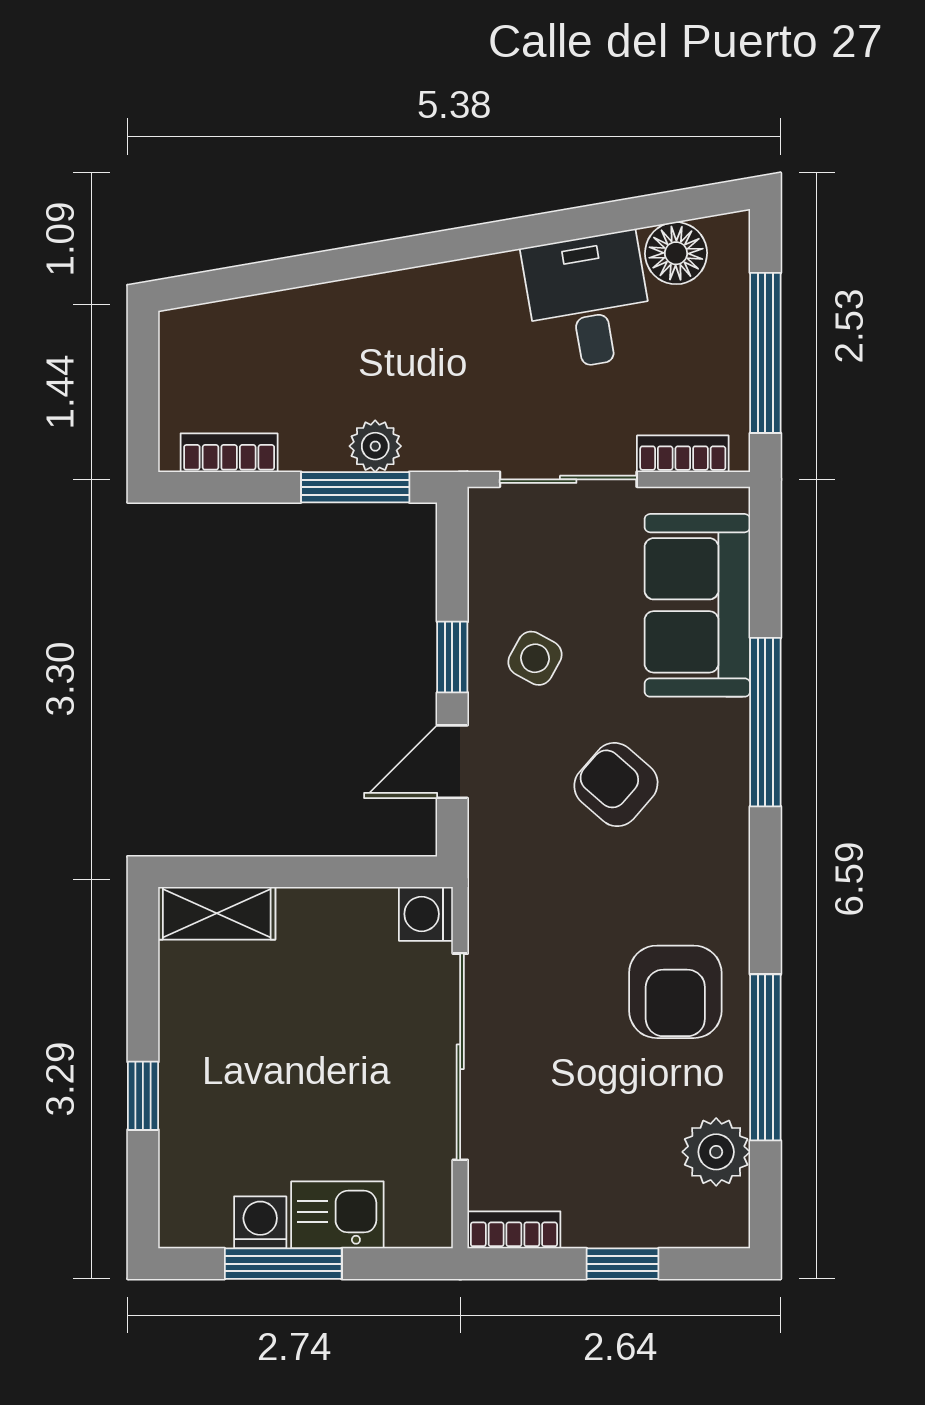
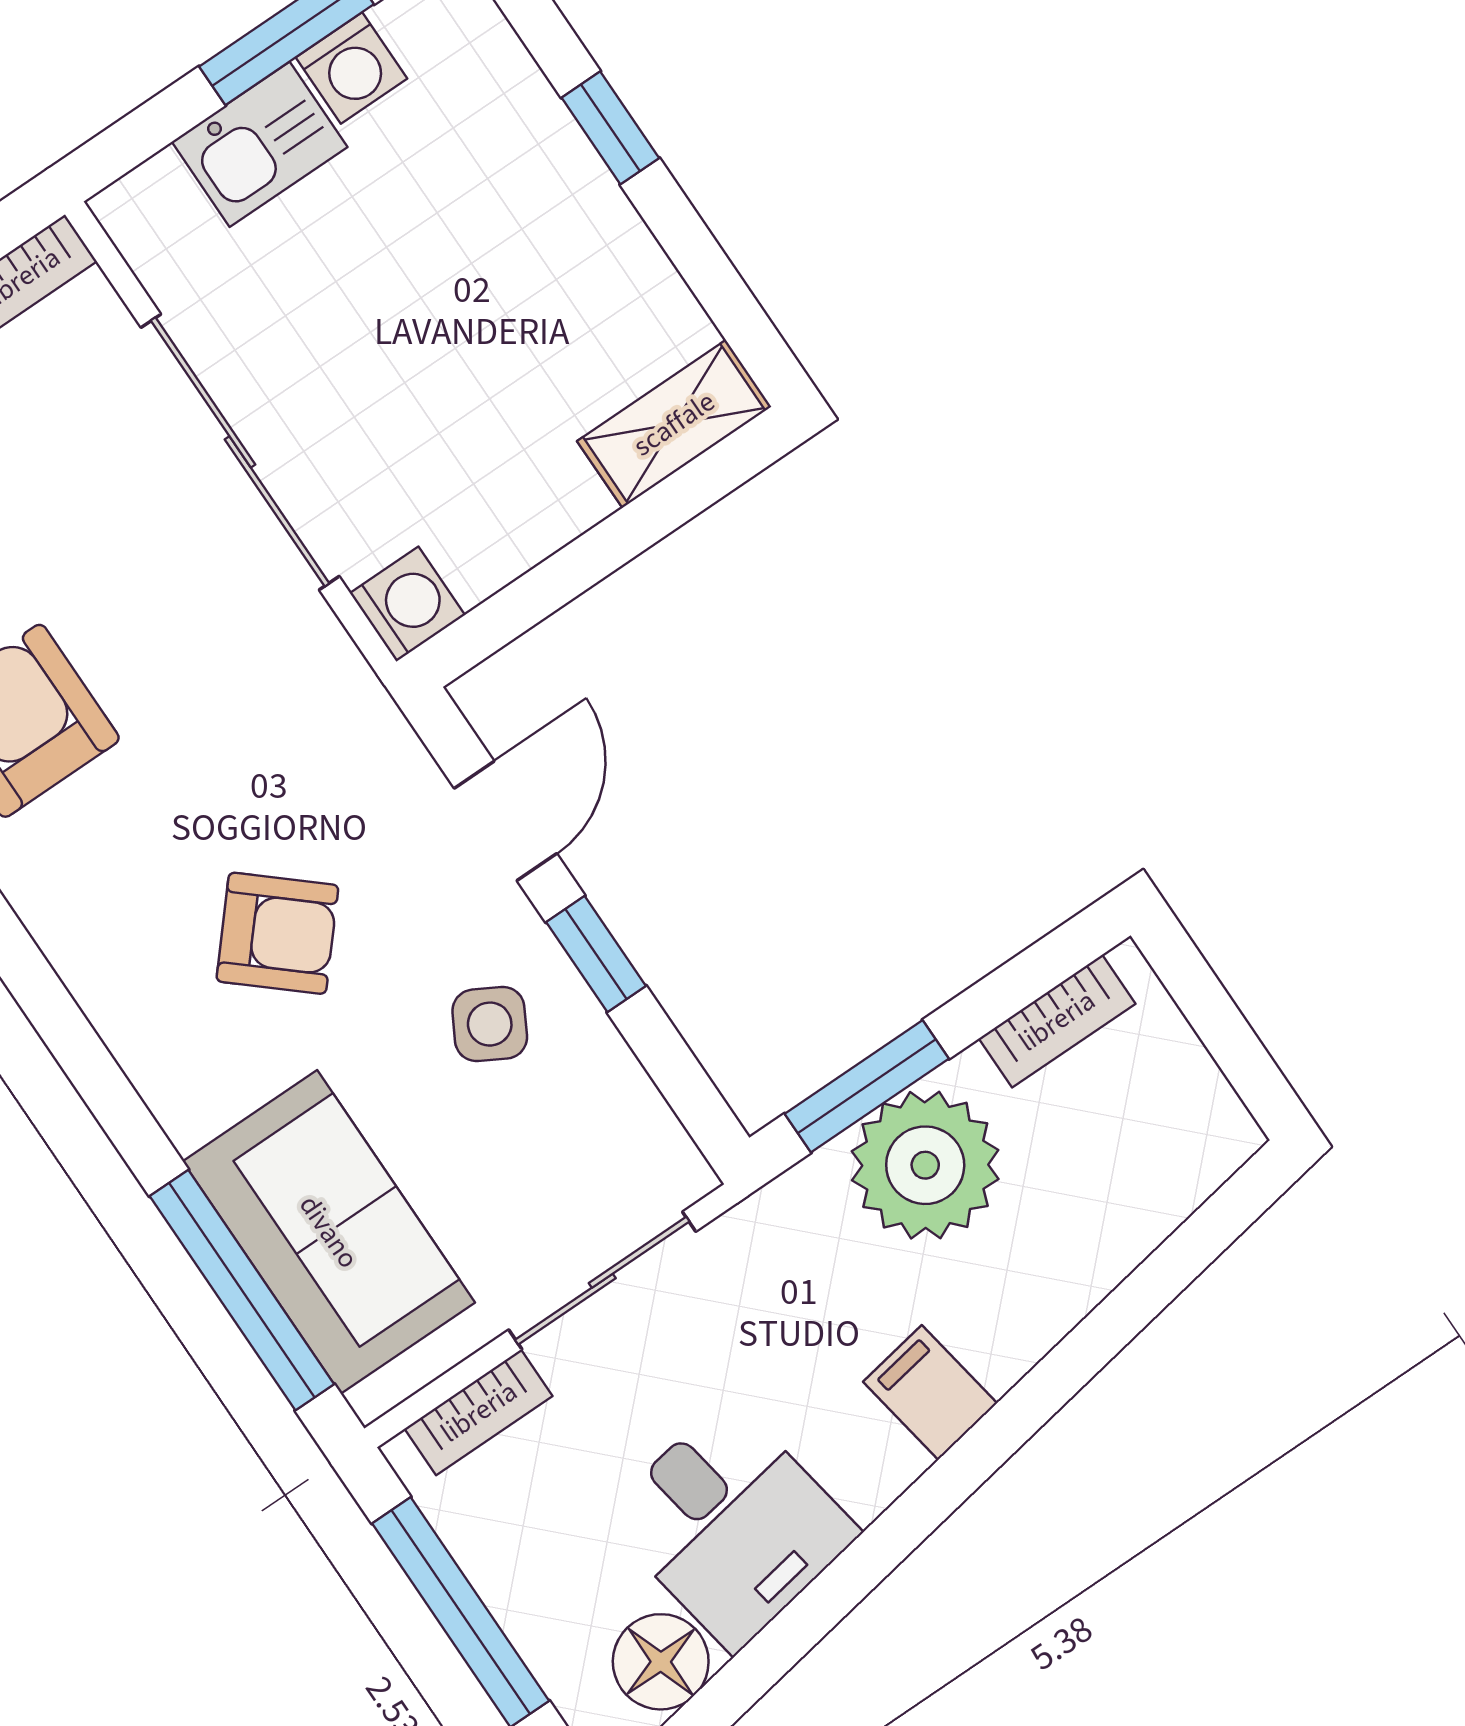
filing cabinet: (433, 300) -> (930, 1392), added
plant: (375, 446) -> (925, 1165), width x1.87, depth x1.87
window: (765, 722) -> (242, 1290), moved

